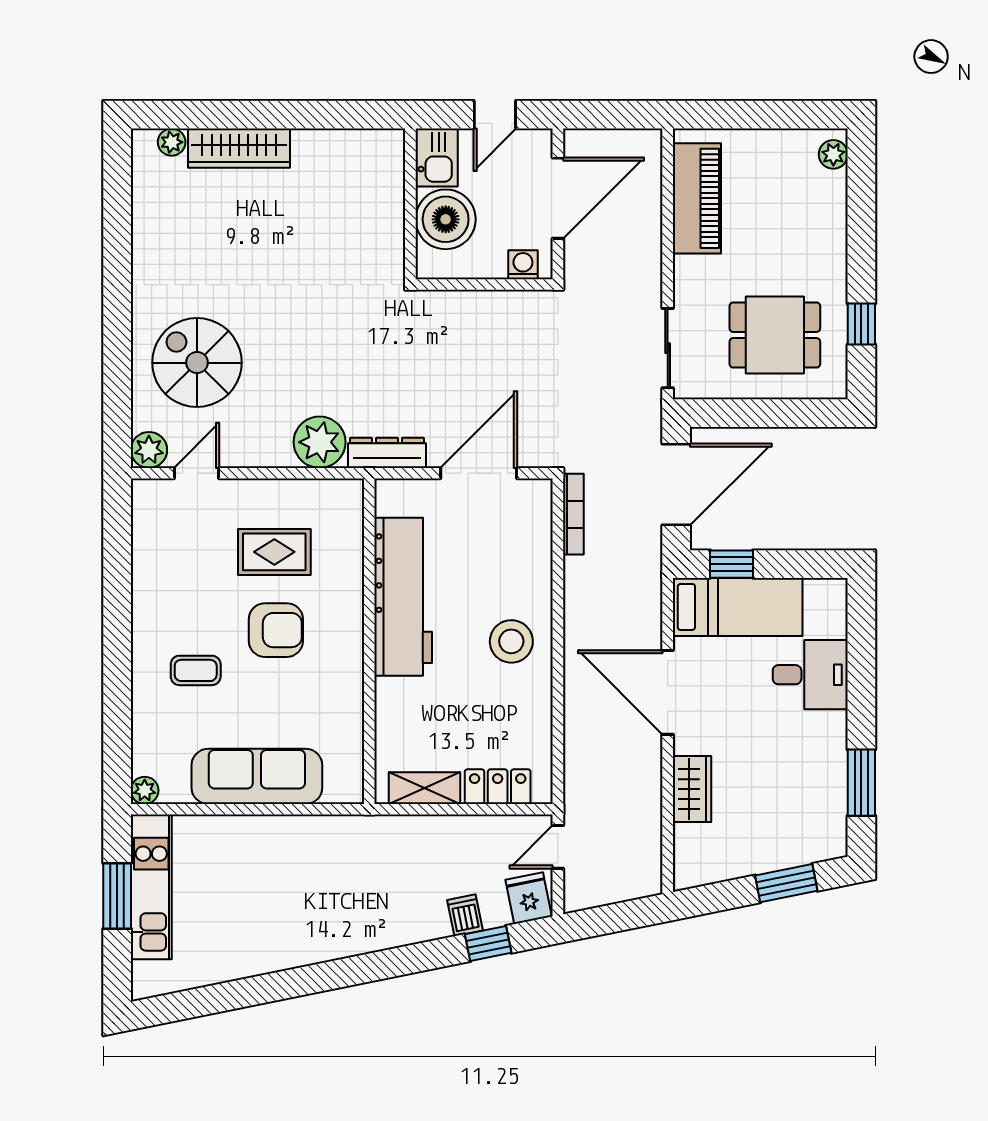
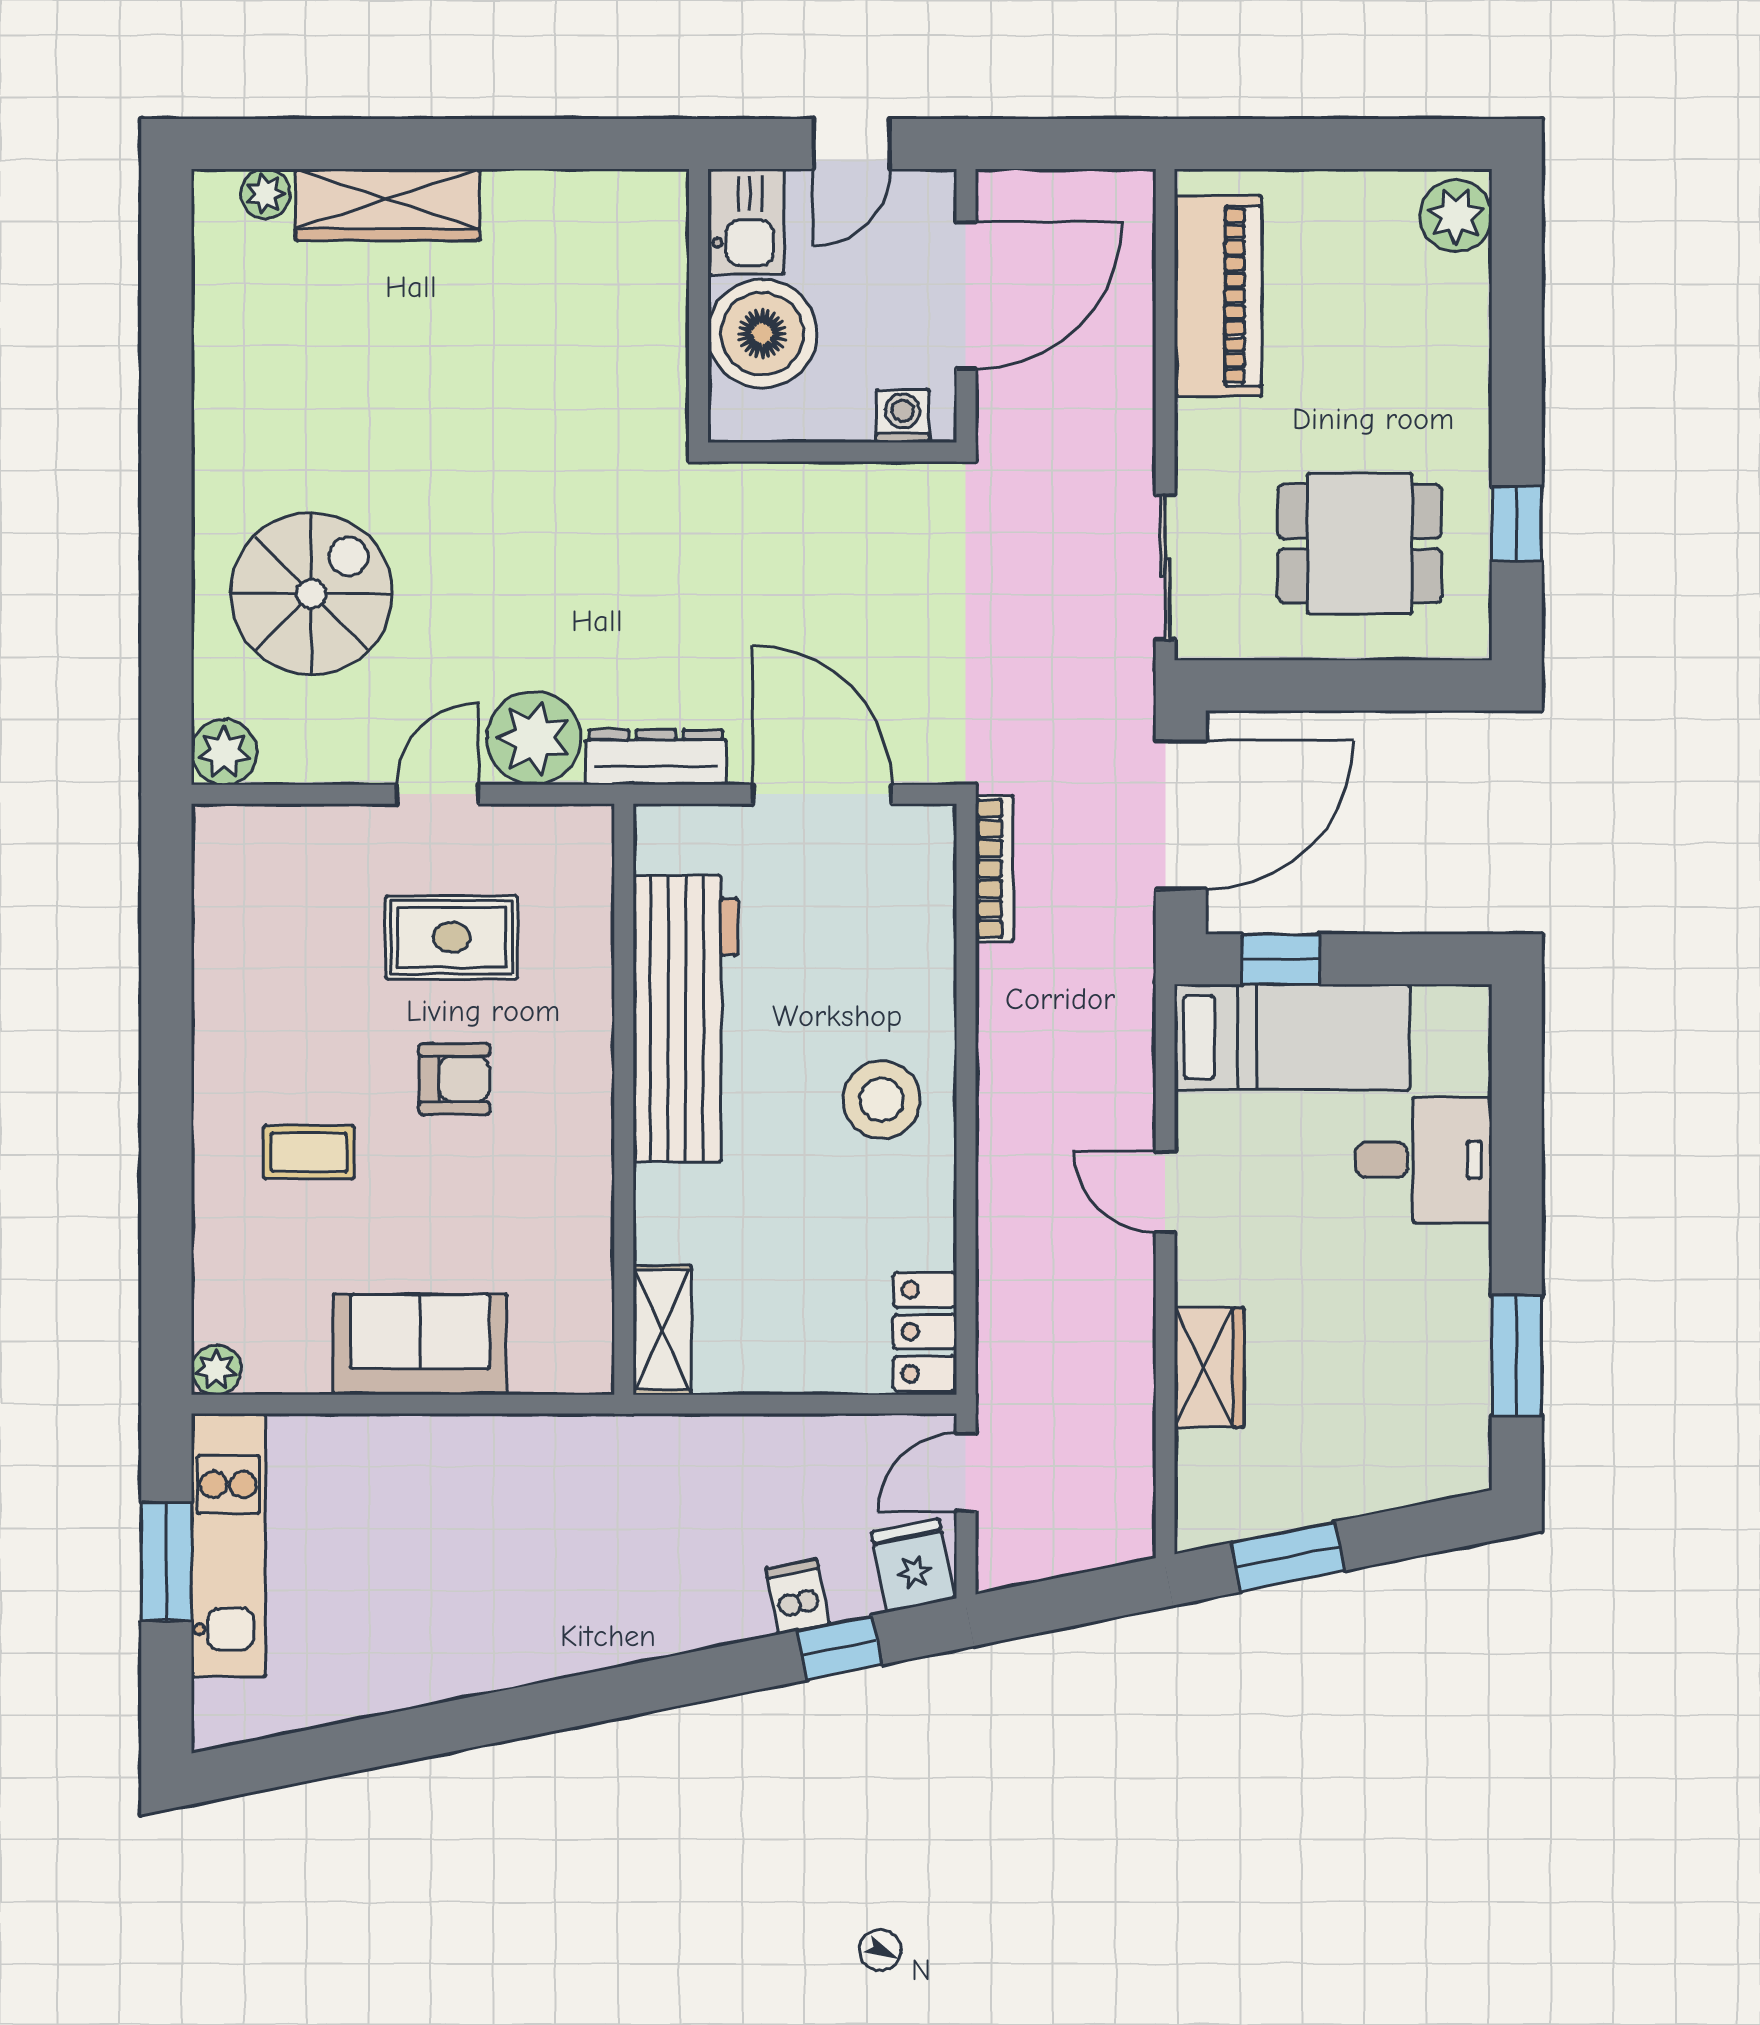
plant: (833, 154) -> (1456, 216), width x1.38, depth x1.38
spiral stairs: (197, 363) -> (311, 594), turned 90
door: (197, 473) -> (438, 794), moved
door: (479, 473) -> (822, 794), hinge flipped
armchair: (276, 630) -> (454, 1079), width x0.72, depth x0.72
door: (668, 692) -> (1165, 1192), width x0.53
sofa: (257, 776) -> (420, 1344), width x0.73
locker: (498, 787) -> (925, 1332), moved, turned -90
shelving: (425, 788) -> (662, 1330), moved, turned 90
window: (786, 883) -> (1288, 1557), moved

